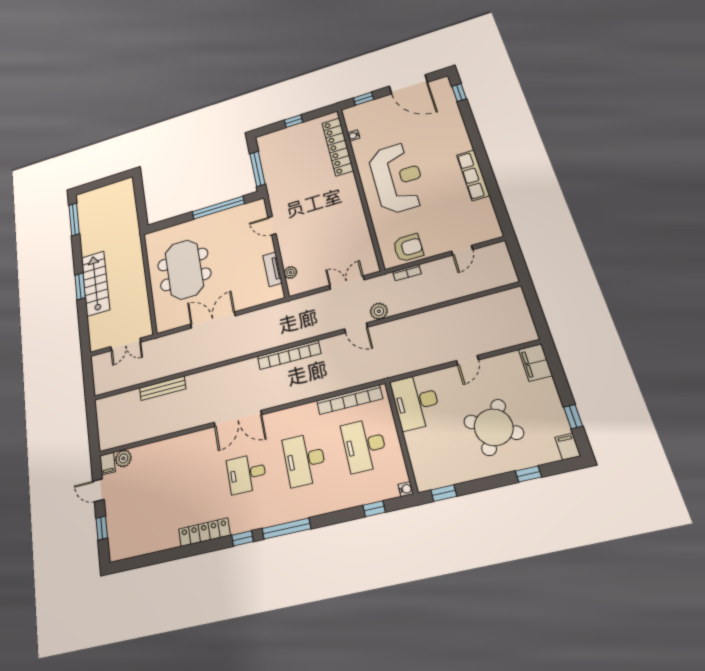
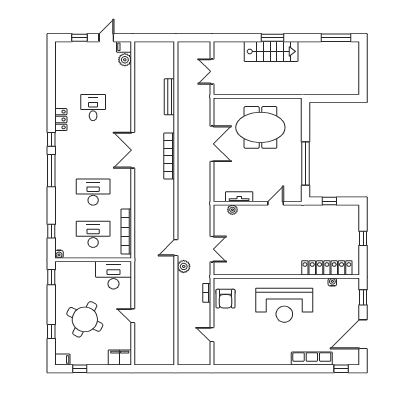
window: (257, 169) -> (329, 201), width x0.46
row of seats: (473, 175) -> (312, 359), moved
bookcase: (289, 355) -> (169, 156), moved
desk: (247, 474) -> (93, 108), moved
locker: (204, 532) -> (61, 120), width x0.66

